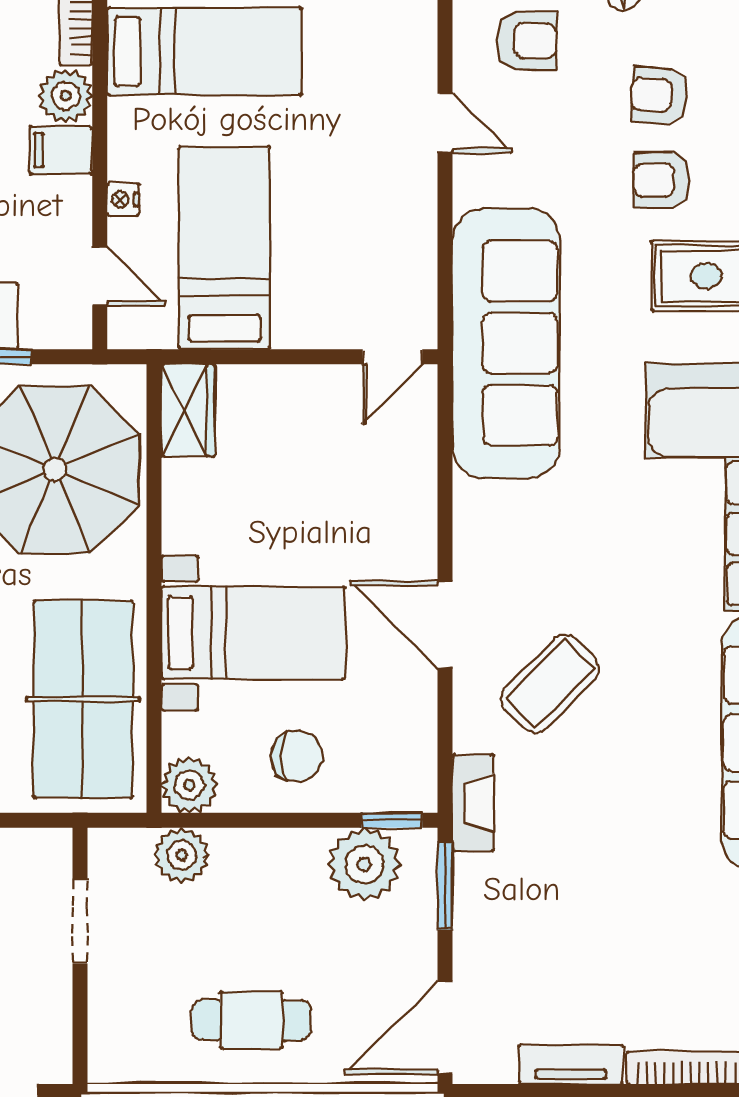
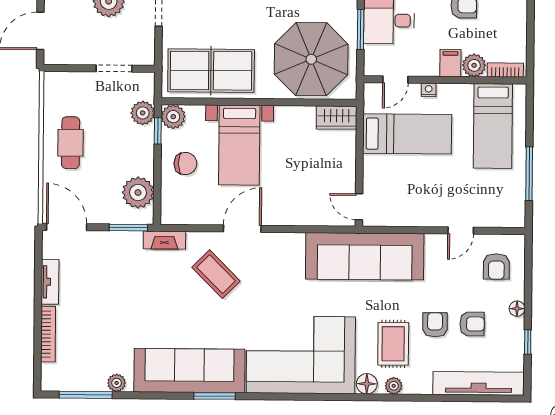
armchair: (659, 95) -> (472, 324), turned 87
chair: (297, 756) -> (185, 164), turned -90
window: (392, 820) -> (158, 131), moved

